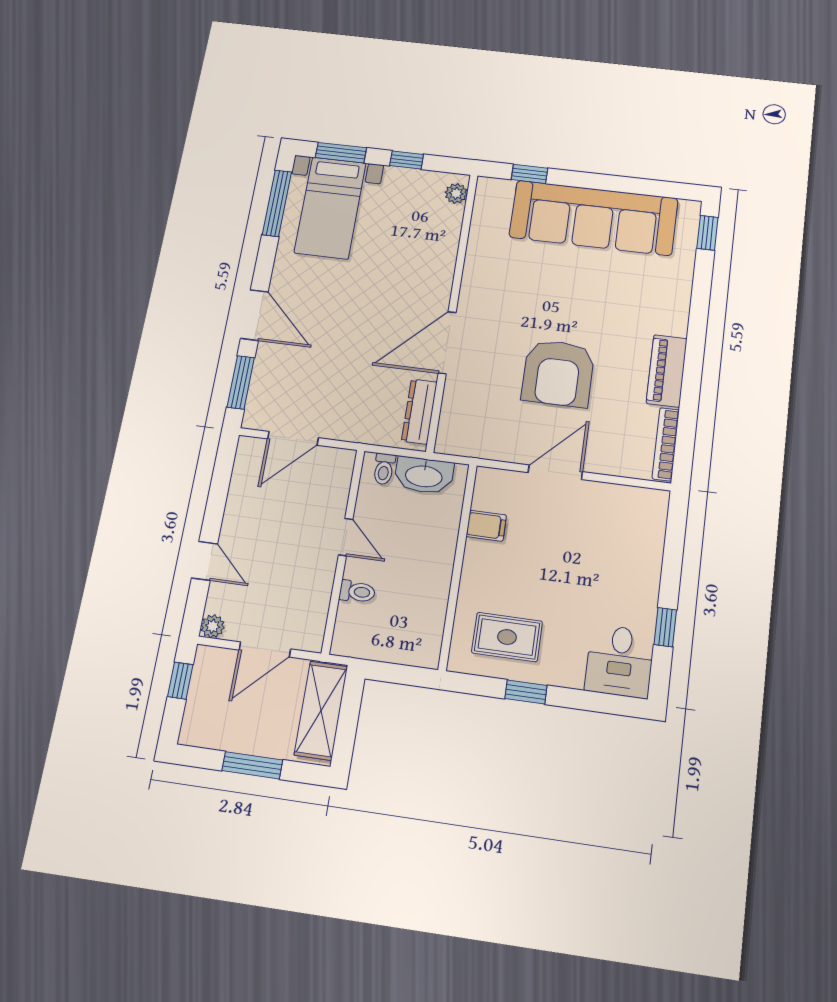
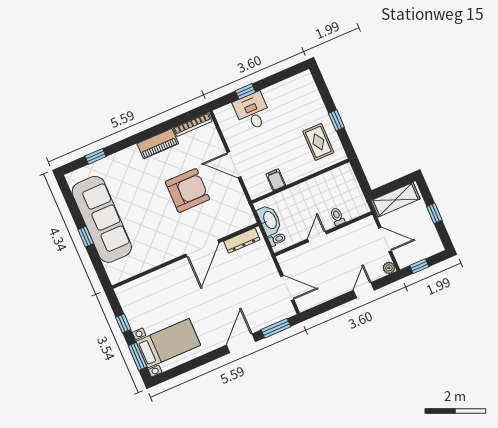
window: (529, 174) -> (86, 237), moved
plant: (456, 193) -> (127, 290), removed
window: (277, 203) -> (181, 369), removed
window: (707, 233) -> (96, 156), moved
door: (447, 343) -> (202, 248), hinge flipped
window: (665, 627) -> (245, 91), moved
desk: (620, 661) -> (252, 112), moved, turned -90
window: (252, 765) -> (434, 213), width x0.67

